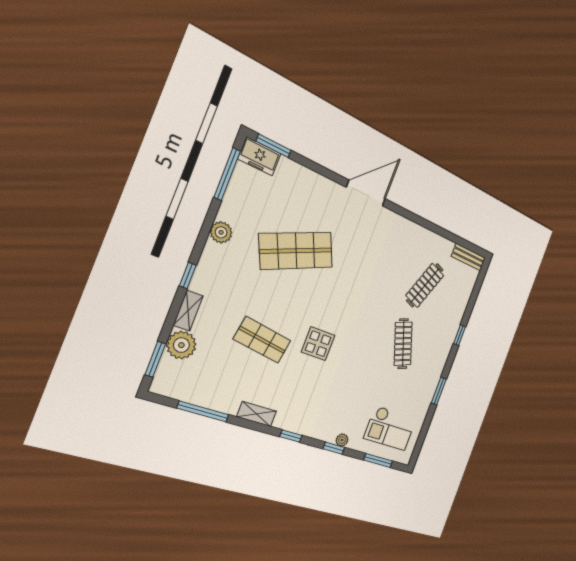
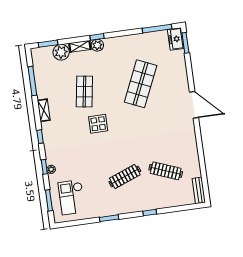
plant: (221, 232) -> (97, 45), moved
shop shelf: (296, 251) -> (141, 84), turned 48

